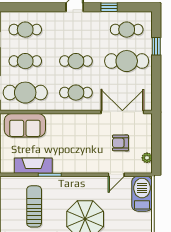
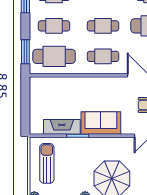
sofa: (25, 125) -> (101, 123), moved, turned 180
sun lounger: (34, 206) -> (47, 163), moved

